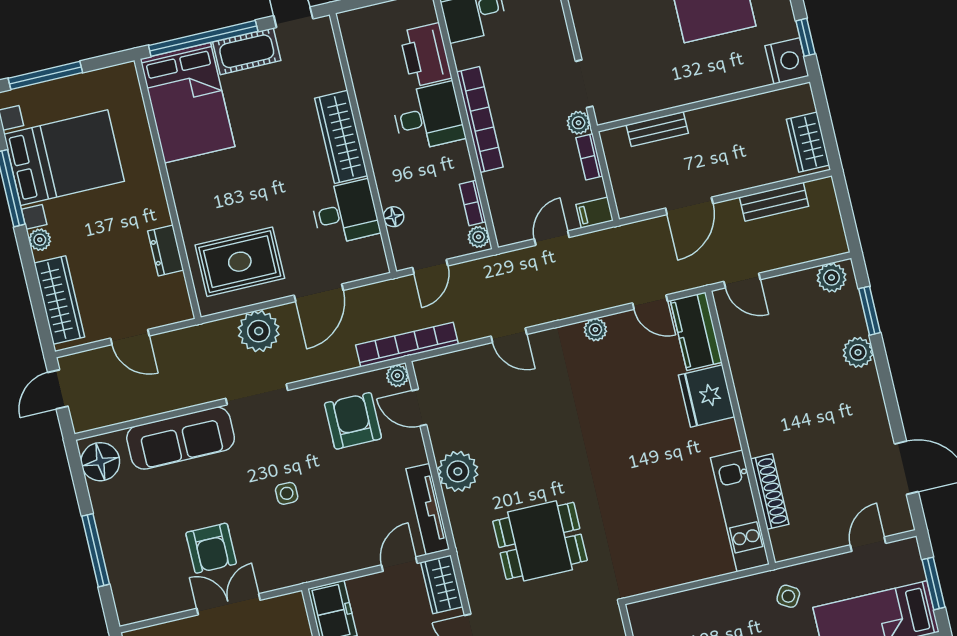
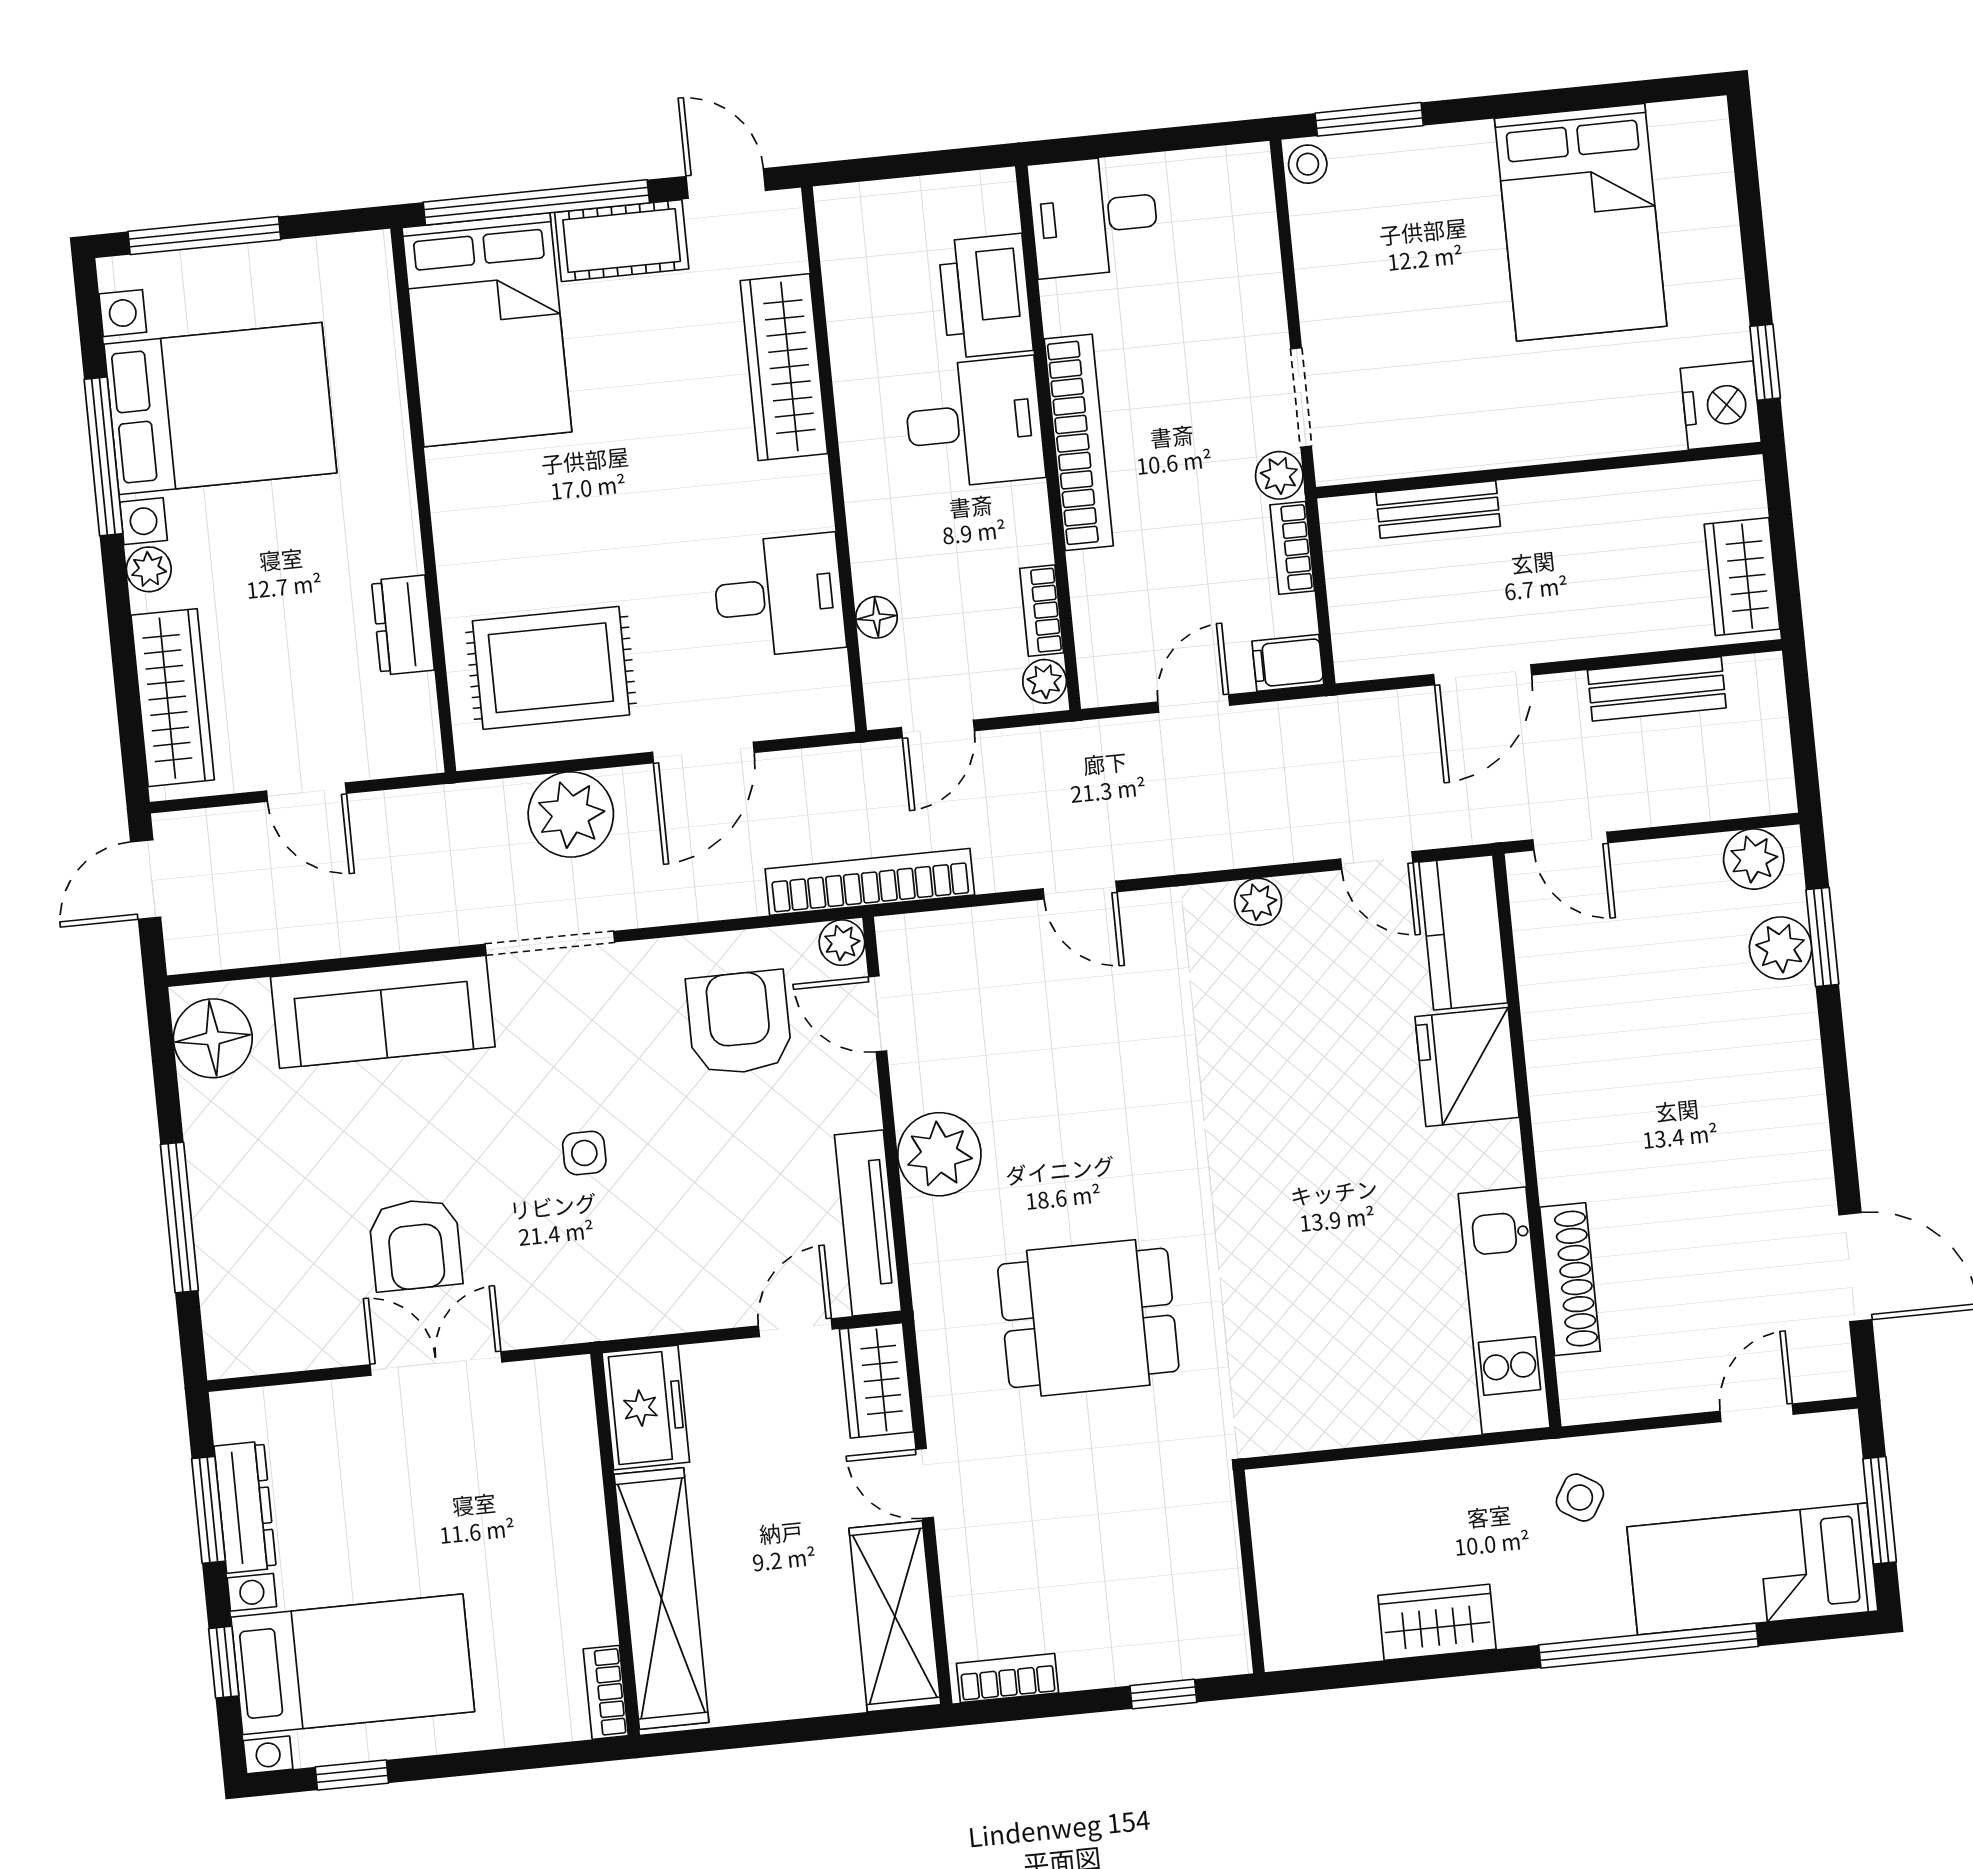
wardrobe: (341, 137) -> (784, 367), moved
plant: (858, 352) -> (1781, 948), moved

